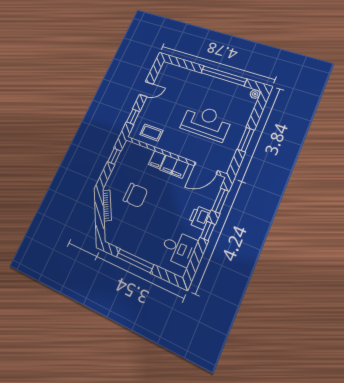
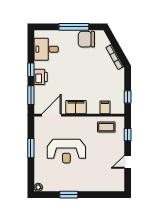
window: (224, 76) -> (69, 195), width x0.47
filing cabinet: (157, 160) -> (105, 107), moved
chair: (135, 195) -> (86, 39), moved

